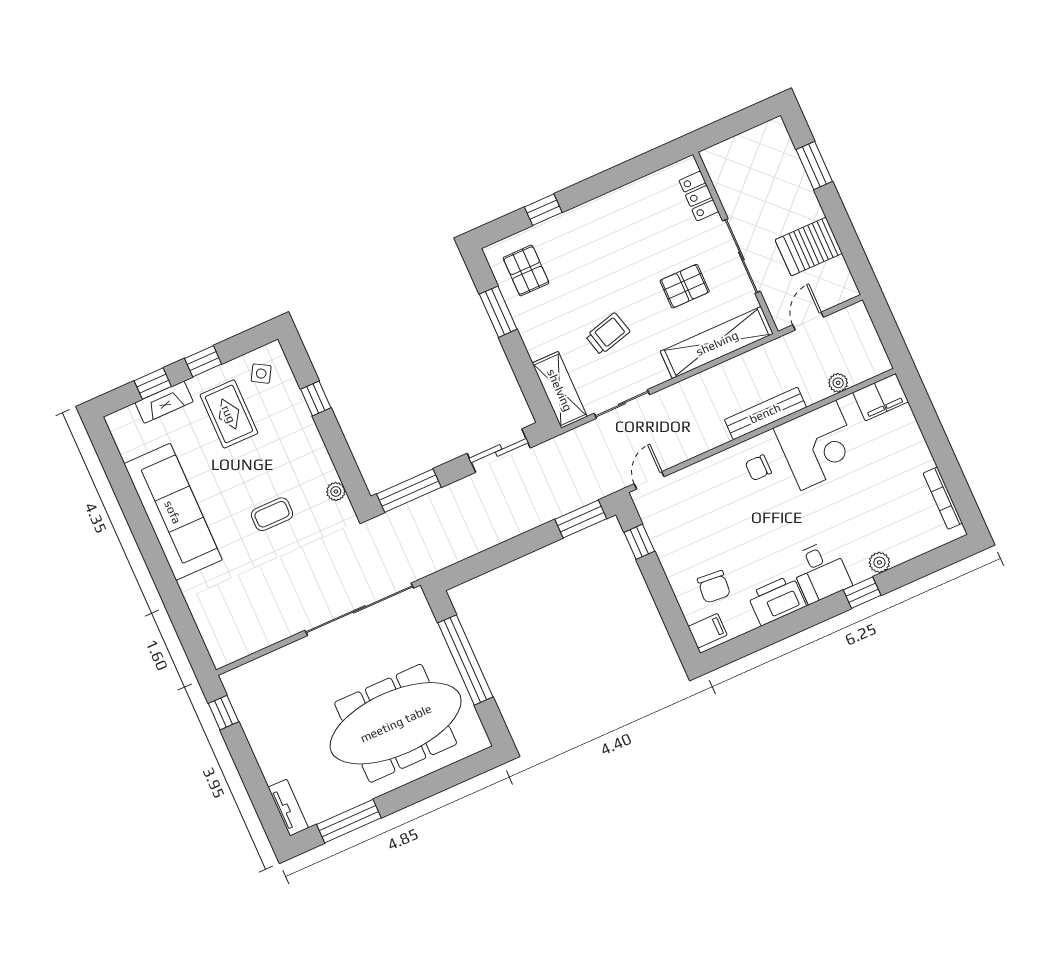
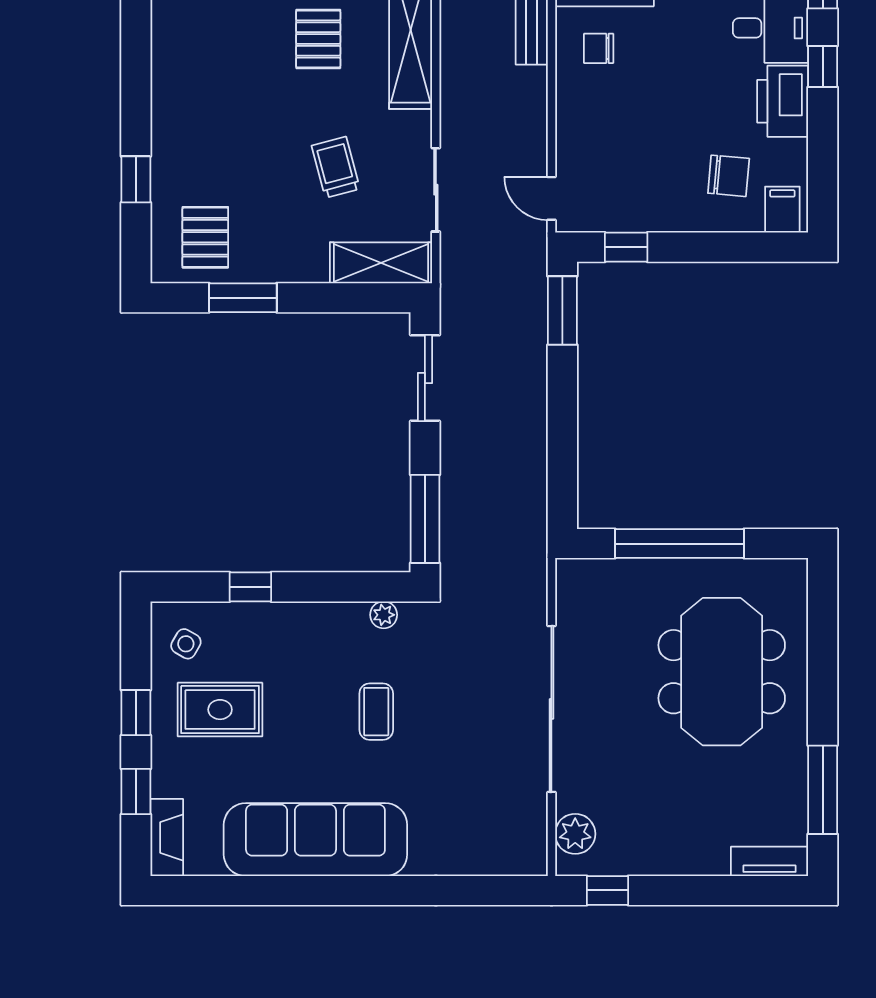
pallet: (526, 270) -> (205, 237), turned 90
fireplace: (164, 402) -> (167, 837), moved
chair: (758, 468) -> (599, 48), turned 90
sliding door: (359, 609) -> (551, 709), moved
window: (810, 616) -> (823, 67), added
plant: (250, 676) -> (575, 834), added
meeting table: (396, 723) -> (722, 672), width x0.73

